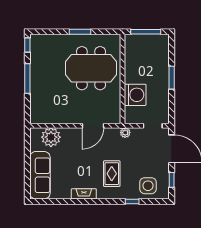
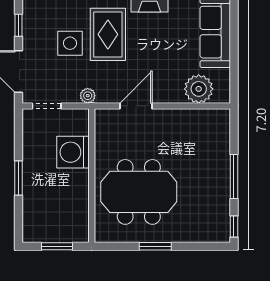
window: (146, 32) -> (57, 246), width x0.69
rug: (112, 174) -> (108, 34), width x1.36, depth x1.43
side table: (148, 186) -> (70, 43), moved

